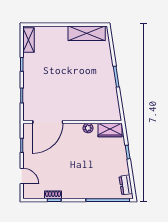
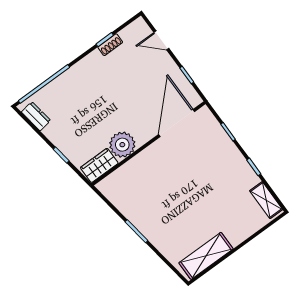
plant: (88, 128) -> (122, 145), width x1.88, depth x1.88

